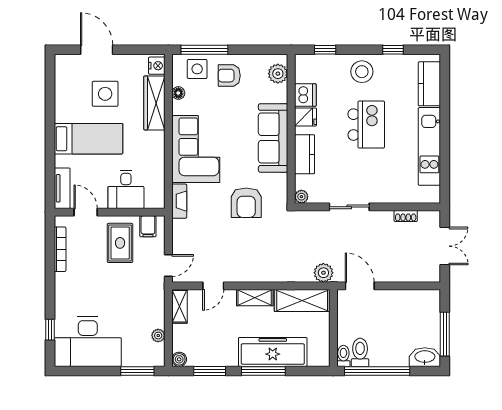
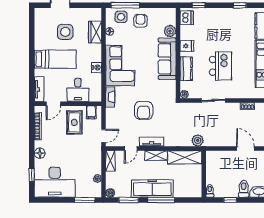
nightstand: (157, 66) -> (97, 68), moved
stool: (362, 72) -> (221, 19), removed
plant: (278, 74) -> (170, 31), moved
armchair: (229, 76) -> (140, 21), turned 90
dishwasher: (305, 95) -> (187, 18), moved
wardrobe: (154, 103) -> (95, 32), width x0.67
kitchen island: (366, 125) -> (220, 66), moved
armchair: (246, 203) -> (144, 110), moved
door: (86, 212) -> (53, 104), swing flipped
tv unit: (248, 275) -> (152, 142), added
door: (360, 286) -> (246, 148), moved
floor lamp: (63, 294) -> (40, 153), added
freezer: (273, 352) -> (152, 188), moved
toilet: (360, 352) -> (244, 189), moved
window: (377, 371) -> (230, 200), width x0.32

